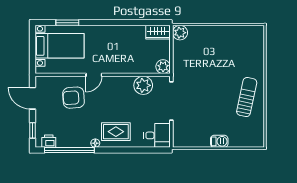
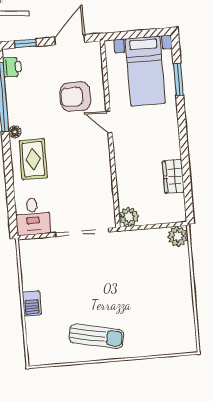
wardrobe: (158, 32) -> (173, 176), moved
plant: (143, 85) -> (100, 192), removed
armchair: (74, 98) -> (75, 96), turned -86

